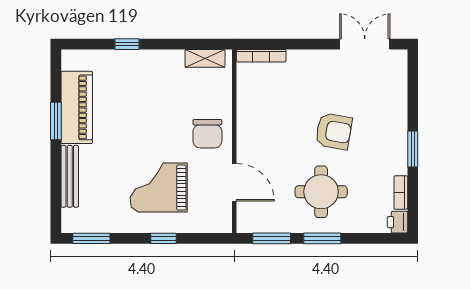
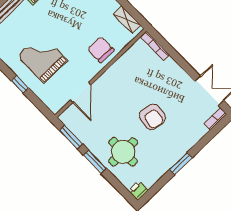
chair: (207, 134) -> (101, 50), moved, turned 90
round table: (321, 192) -> (123, 152), moved
bookcase: (401, 193) -> (216, 119), moved

